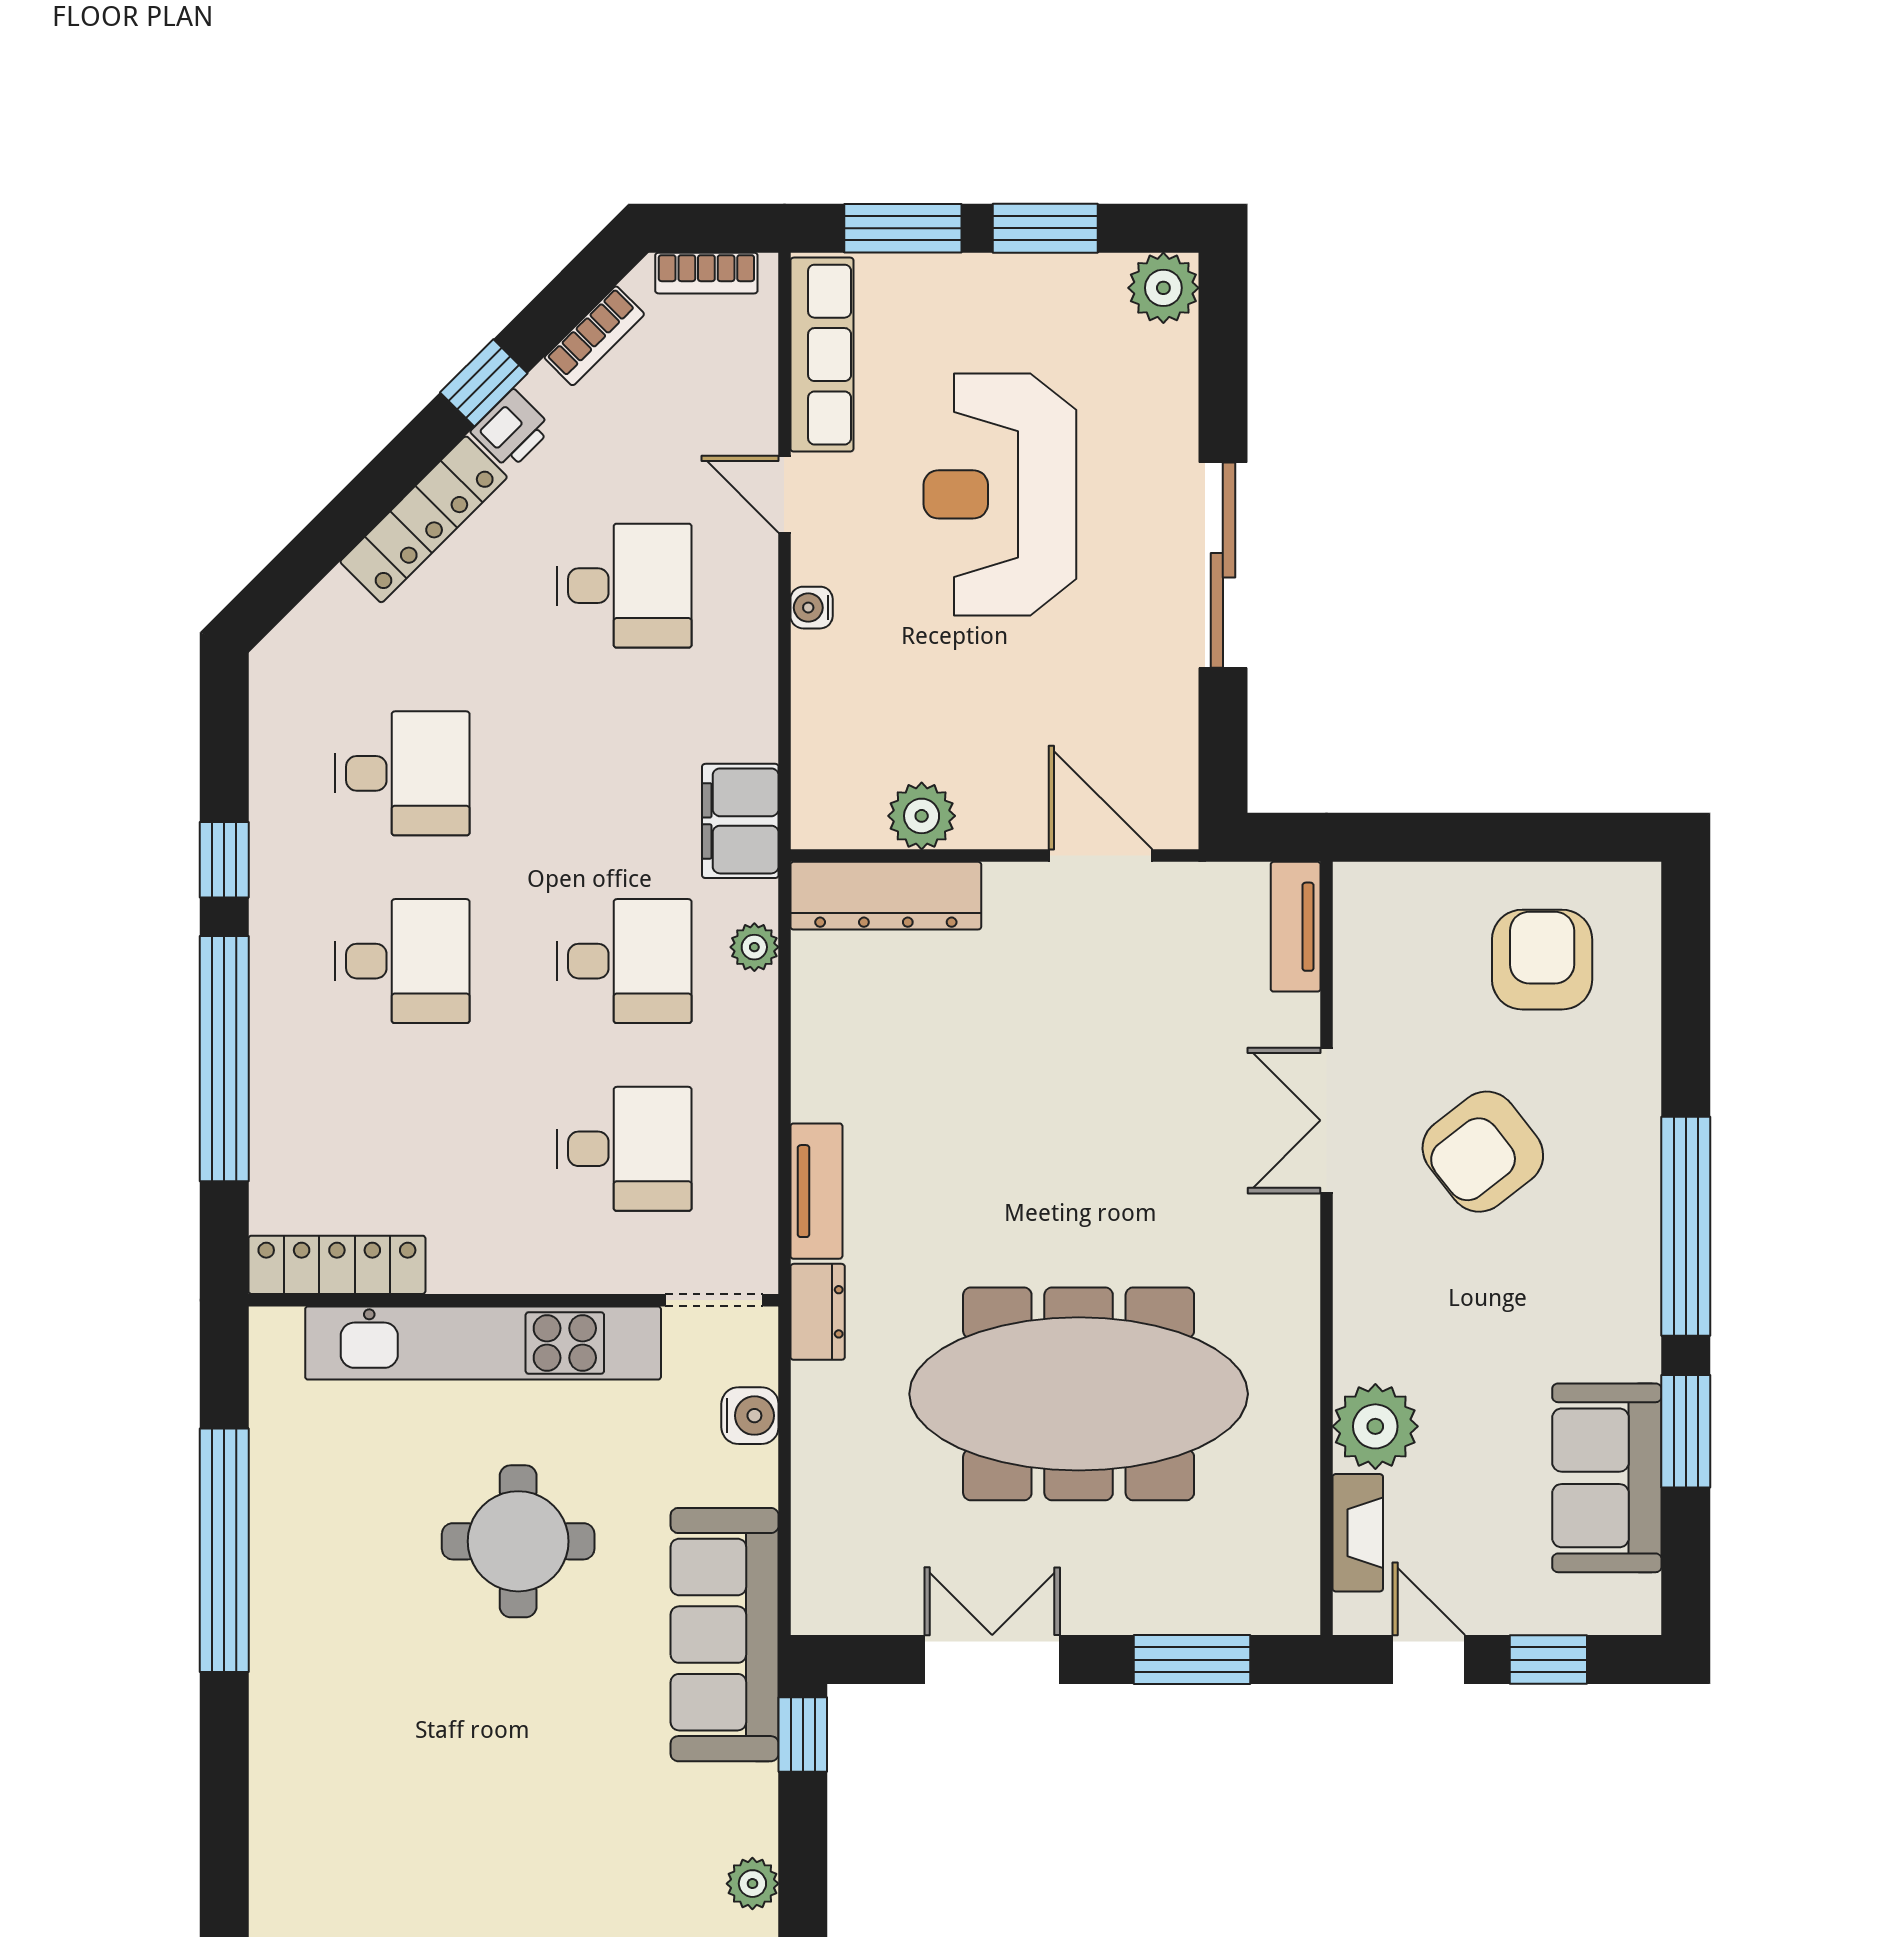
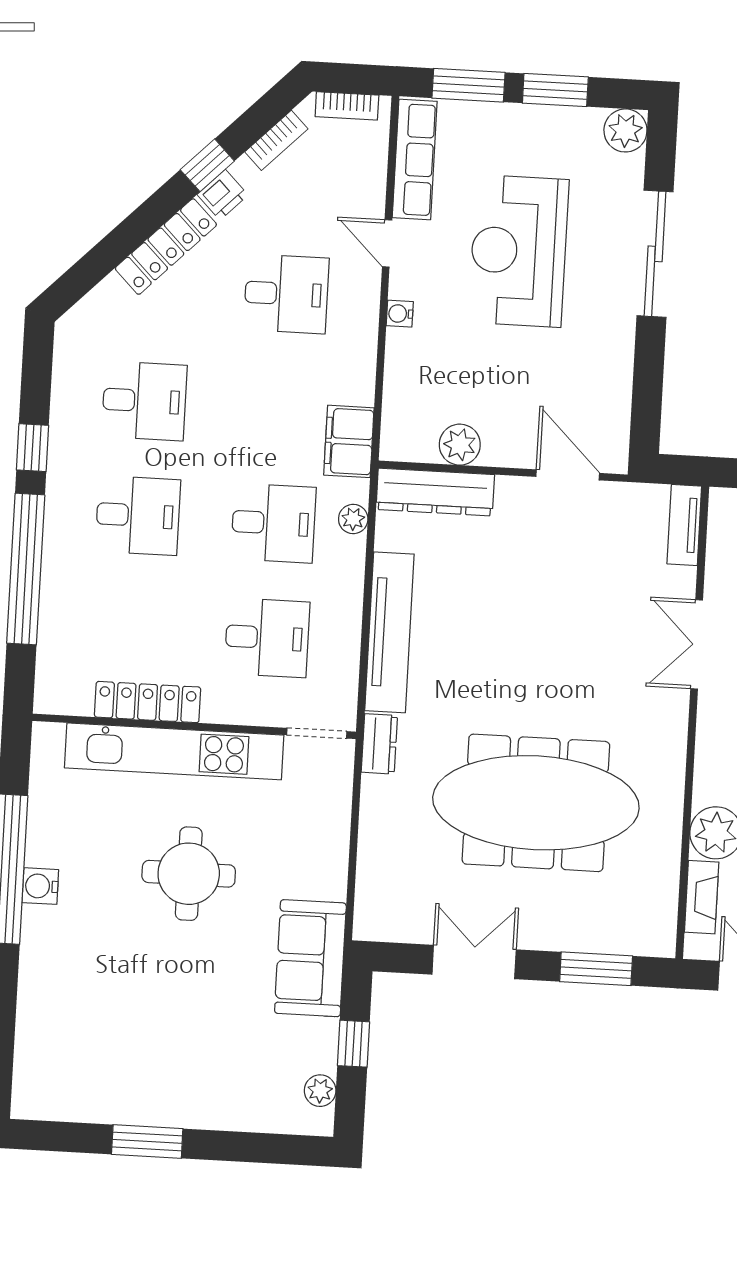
sliding door: (1223, 565) -> (655, 254), moved
tv unit: (816, 1191) -> (389, 632), width x1.92, depth x1.29
locker: (337, 1265) -> (148, 702), moved
water cooler: (750, 1416) -> (40, 886), moved, turned 180
sofa: (725, 1635) -> (310, 958), width x0.73
window: (803, 1734) -> (354, 1044), moved

